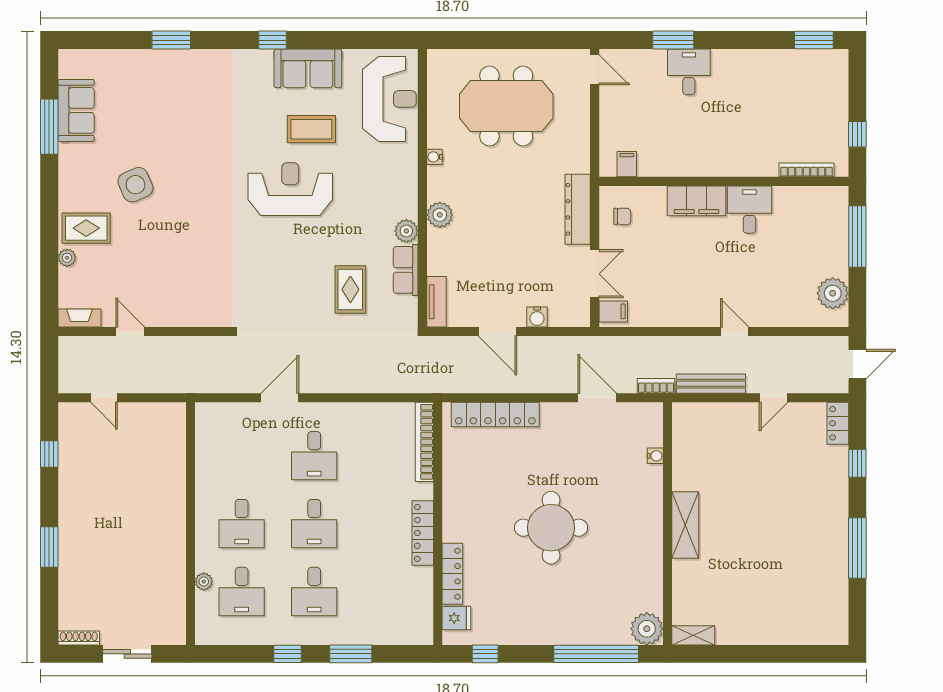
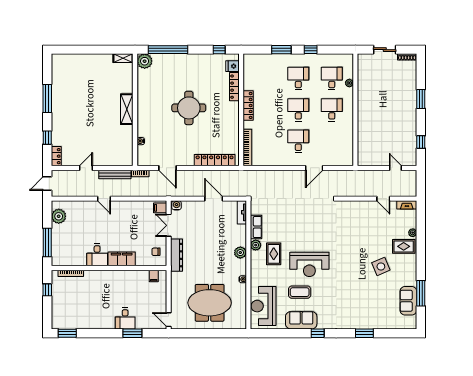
rug: (350, 289) -> (274, 254), moved
water cooler: (537, 317) -> (177, 205), moved

